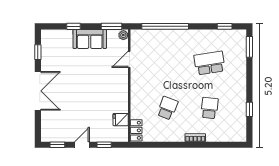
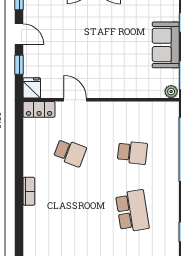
door: (129, 59) -> (75, 100), moved
school desk: (209, 108) -> (132, 153), moved
fridge: (121, 120) -> (32, 88), moved

